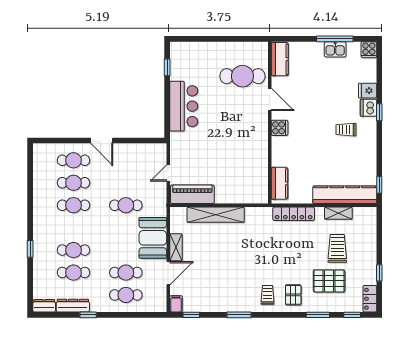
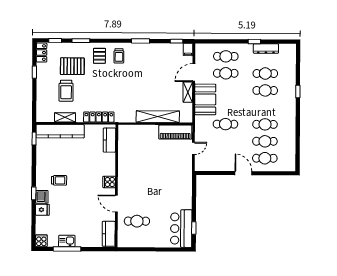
cafe table: (242, 76) -> (137, 221), width x0.73, depth x0.74
bar counter: (184, 106) -> (181, 229), moved
dresser: (44, 306) -> (288, 49), removed

